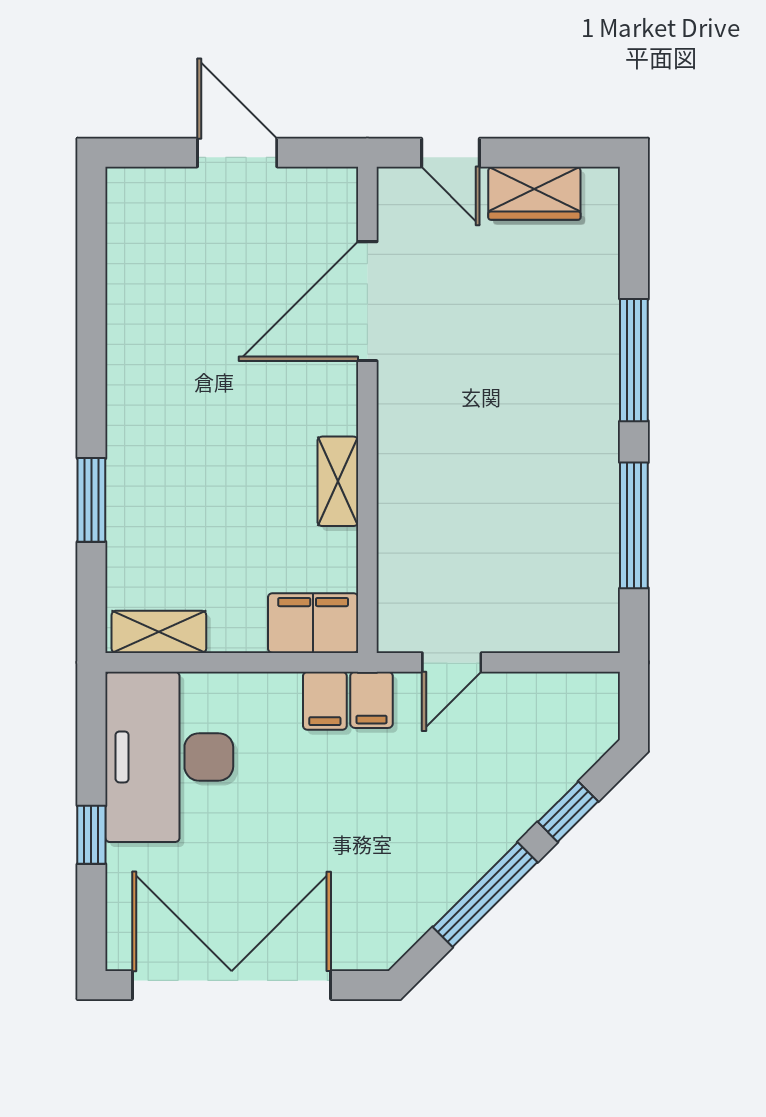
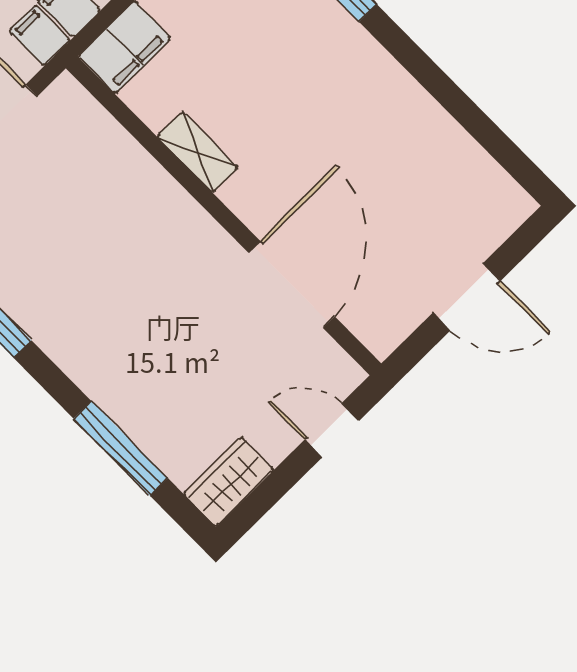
wardrobe: (534, 193) -> (229, 482), moved
window: (634, 360) -> (121, 448), moved

